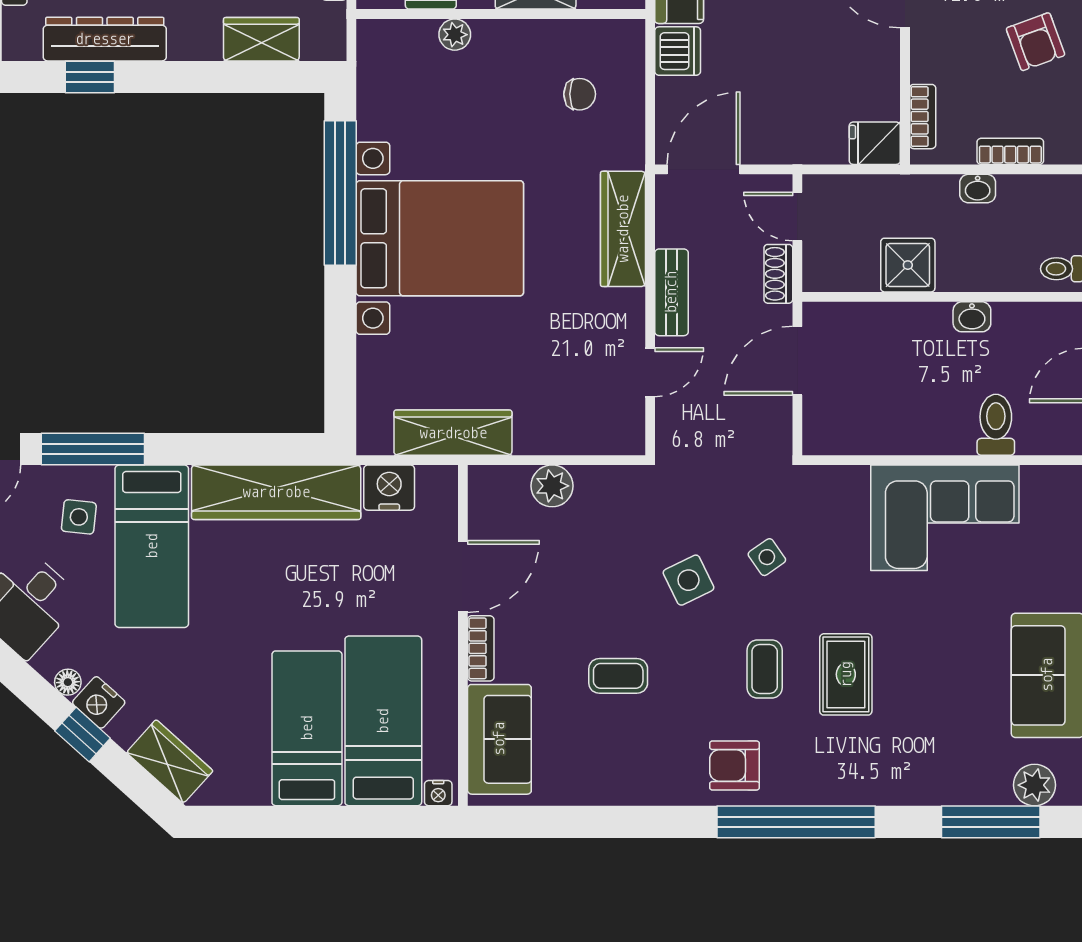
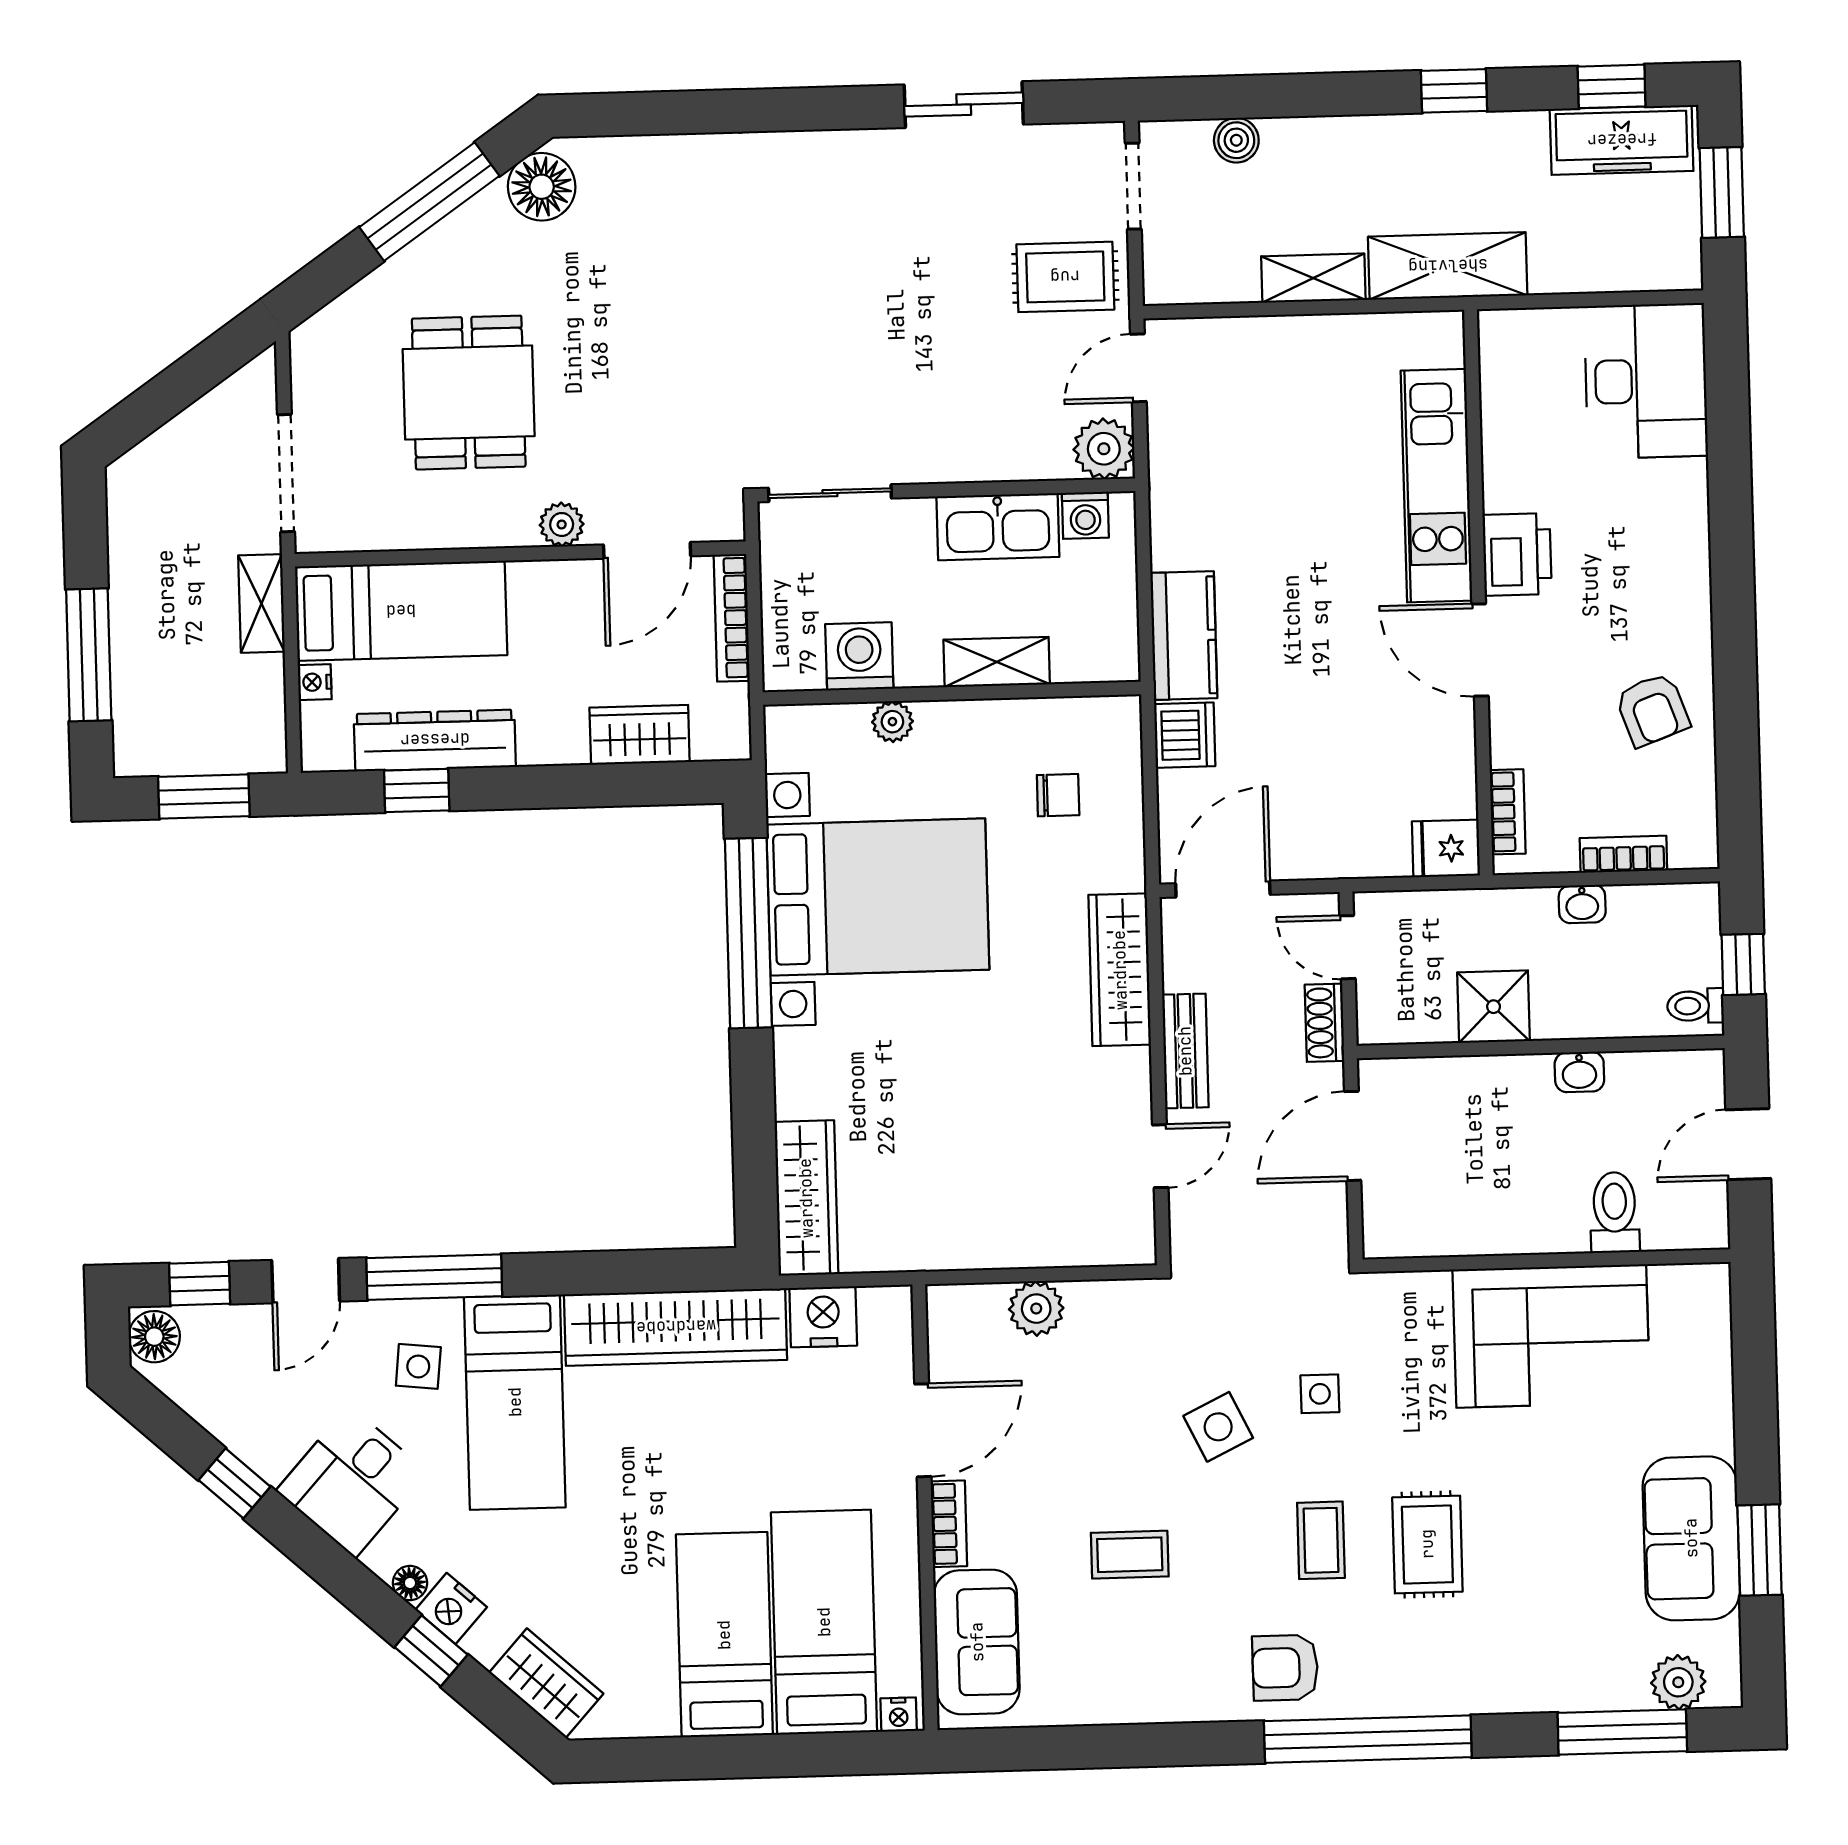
bed with nightstands: (440, 238) -> (878, 897), moved
wardrobe: (453, 433) -> (806, 1198), moved, turned 90
side table: (767, 557) -> (1320, 1394), turned 35

